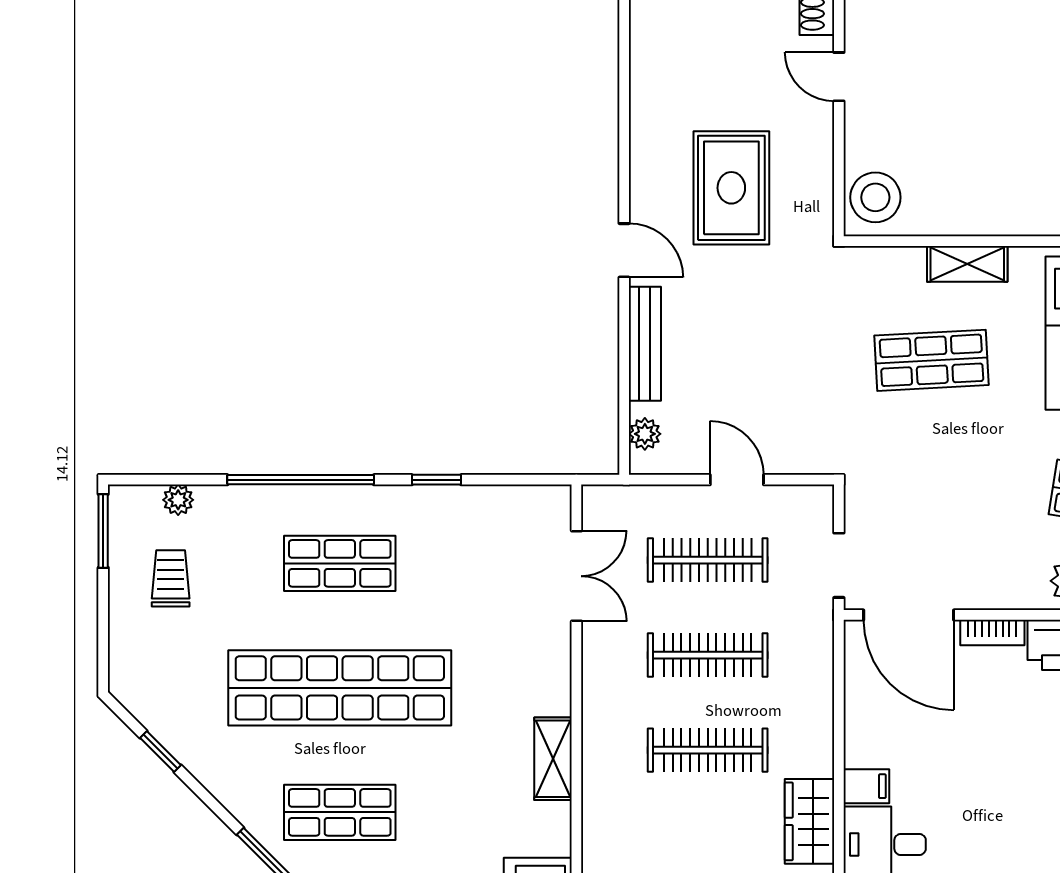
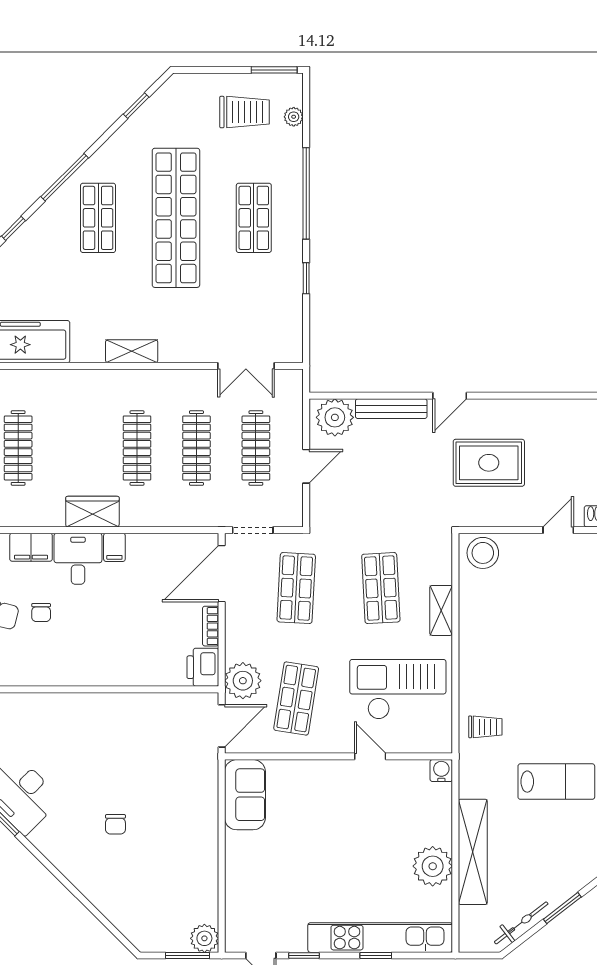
plant: (645, 434) -> (335, 417), width x1.87, depth x1.87
shop shelf: (932, 496) -> (296, 588), added
trolley: (171, 578) -> (244, 112), width x1.36, depth x1.39

